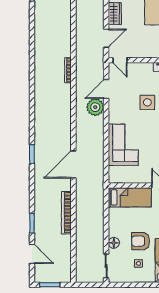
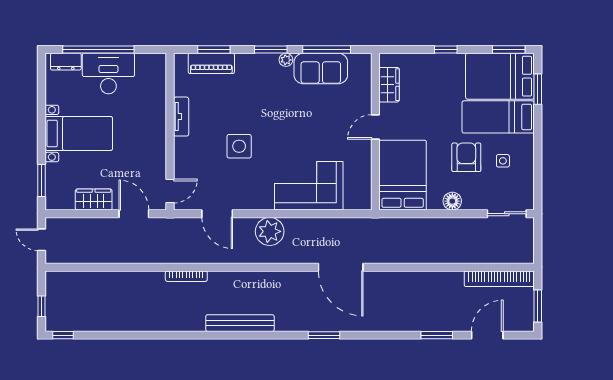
bench: (39, 103) -> (240, 323), added
plant: (95, 107) -> (270, 231), moved
bed: (130, 197) -> (403, 175), width x1.50
bookcase: (66, 213) -> (499, 279), moved
armchair: (141, 241) -> (466, 157), turned 180
floor lamp: (114, 243) -> (452, 201), moved

